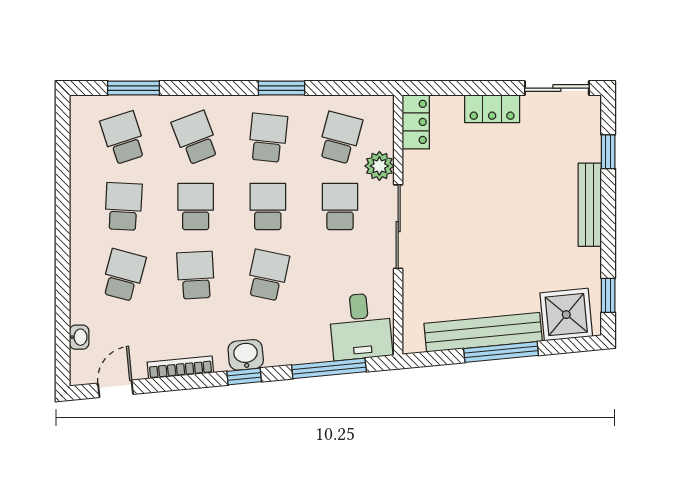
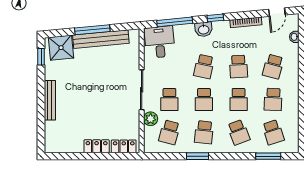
sliding door: (557, 88) -> (66, 156), removed
locker: (416, 122) -> (124, 146), moved, turned 90
window: (608, 152) -> (41, 126), removed
washbasin: (246, 355) -> (204, 29), moved

